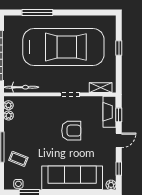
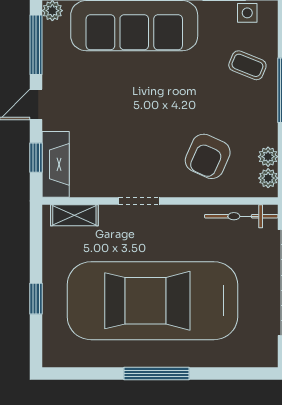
window: (37, 12) -> (157, 373), moved
armchair: (71, 131) -> (208, 156), moved, turned -66
window: (119, 169) -> (36, 45), width x2.17

